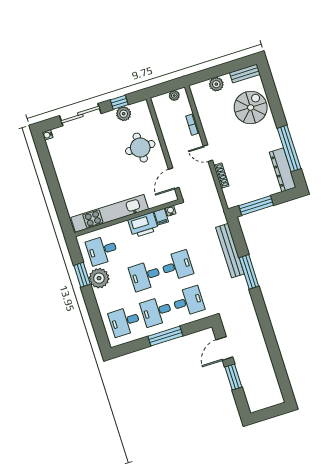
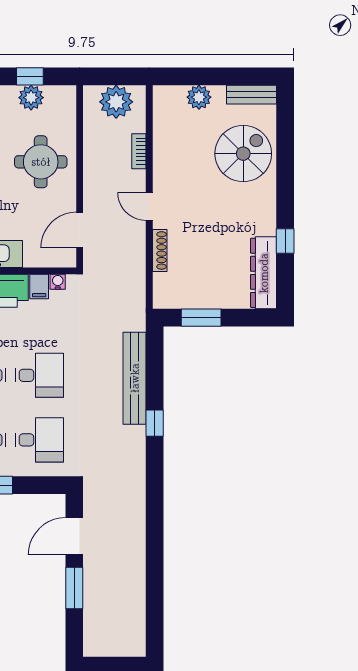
plant: (174, 96) -> (116, 102), width x1.88, depth x1.88
window: (289, 148) -> (285, 241), width x0.32
window: (256, 206) -> (201, 318), width x0.69
window: (249, 272) -> (155, 423), width x0.46

